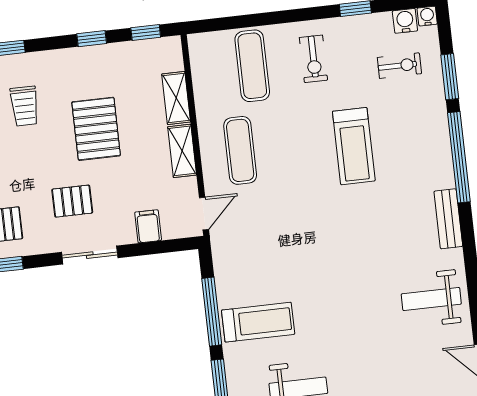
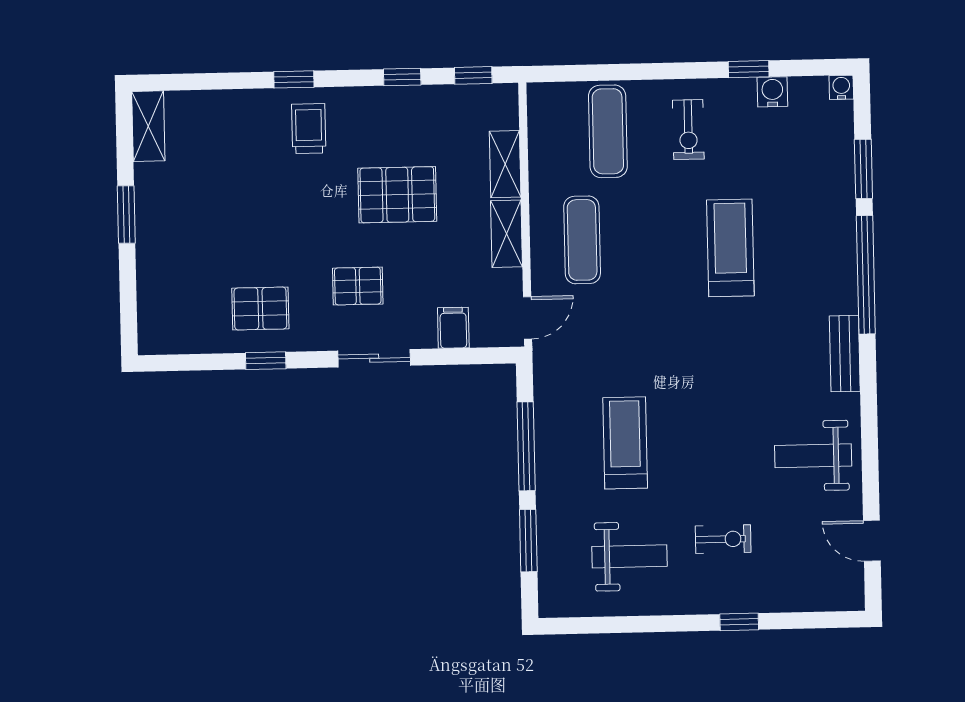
water cooler: (405, 21) -> (772, 92), moved
exercise bike: (399, 66) -> (723, 539), moved
trolley: (25, 106) -> (309, 129), moved, turned 180
pallet: (96, 129) -> (397, 195), turned 90
treadmill: (354, 146) -> (730, 248), turned 180
treadmill: (258, 322) -> (625, 443), moved, turned -90

